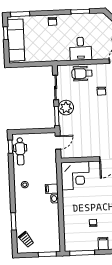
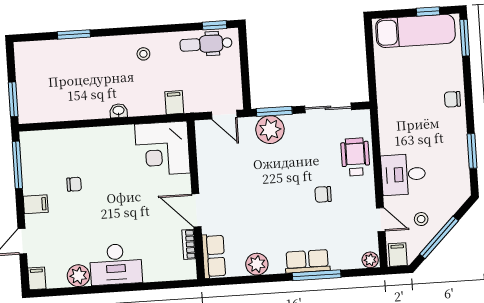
desk: (81, 49) -> (403, 174), moved
plant: (66, 108) -> (270, 130), moved
filing cabinet: (52, 189) -> (174, 102), moved
trolley: (26, 240) -> (40, 59), removed

